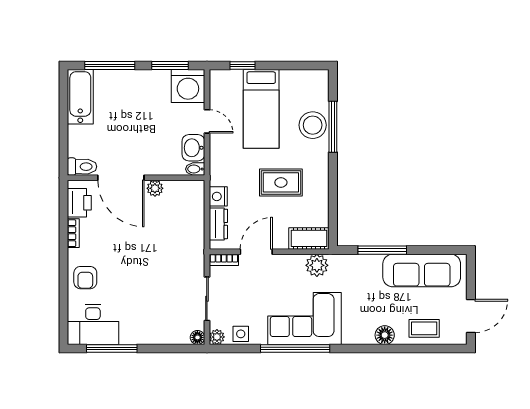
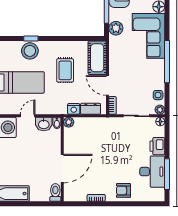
window: (333, 127) -> (31, 38), width x0.46
plant: (155, 188) -> (69, 122), moved
printer: (79, 203) -> (157, 146), moved, turned -90
cot: (309, 238) -> (97, 58), width x1.37, depth x1.34
plant: (317, 265) -> (116, 28), moved
armchair: (85, 278) -> (123, 190), turned 180
corner sofa: (305, 318) -> (149, 36), moved
desk: (93, 324) -> (152, 172), moved

